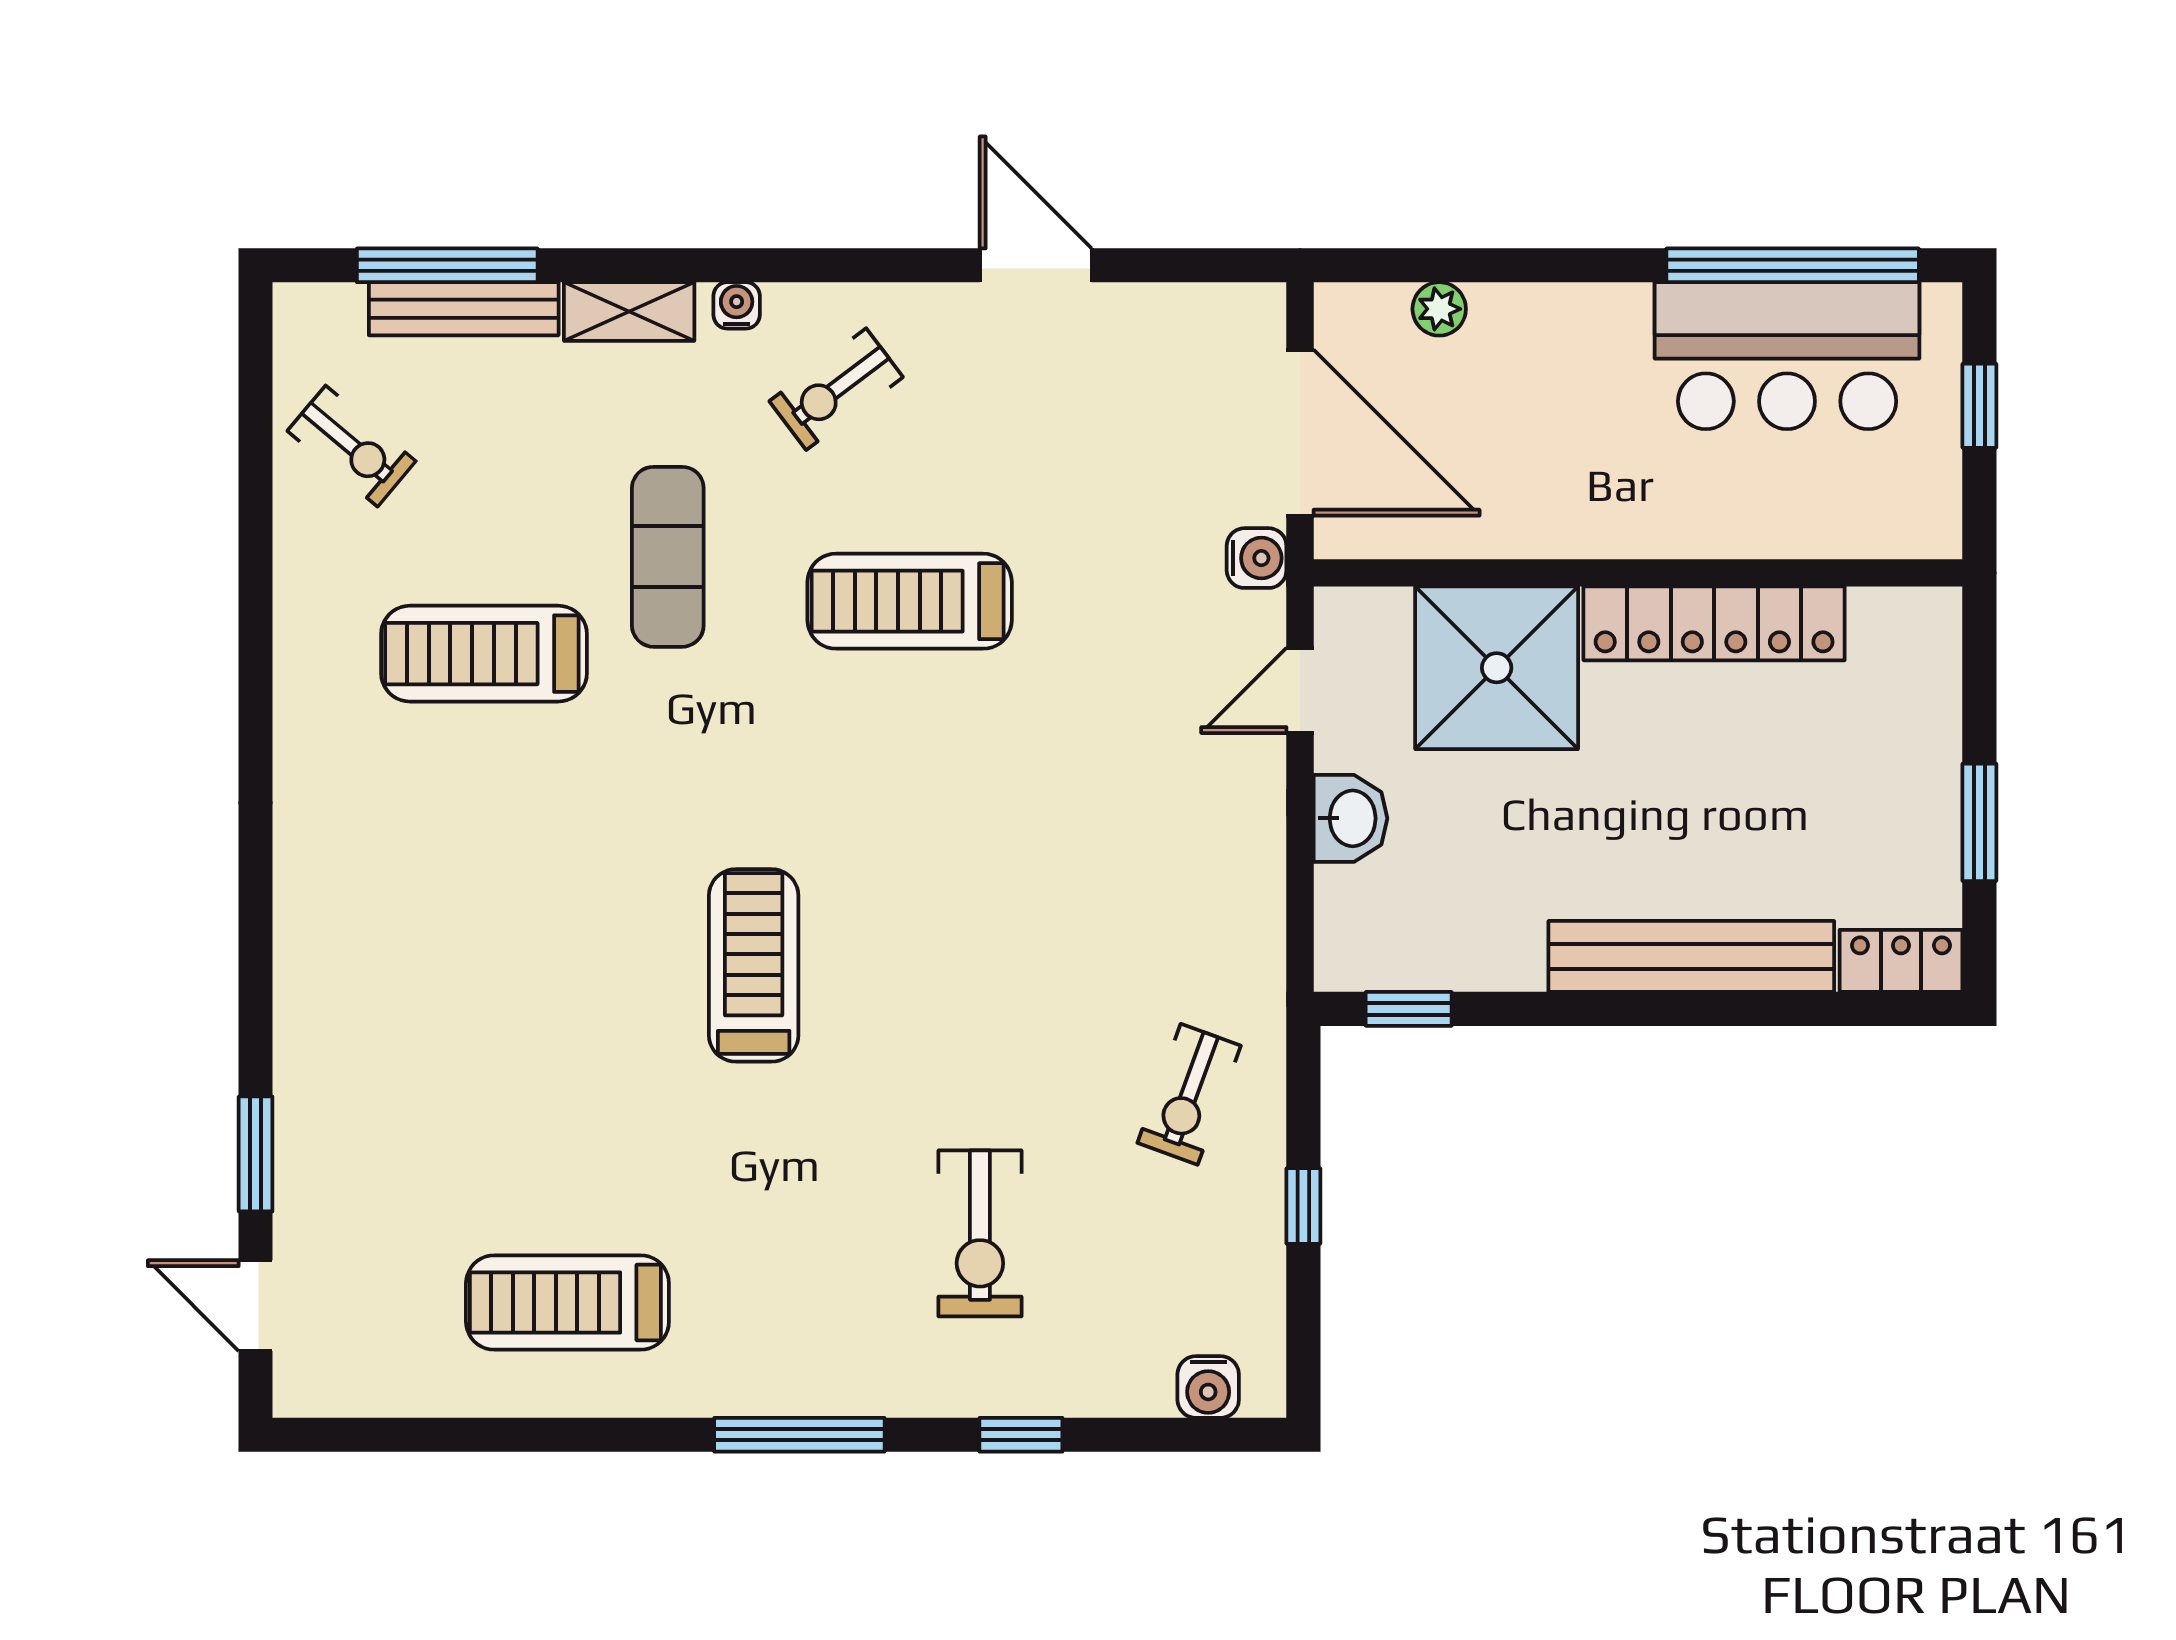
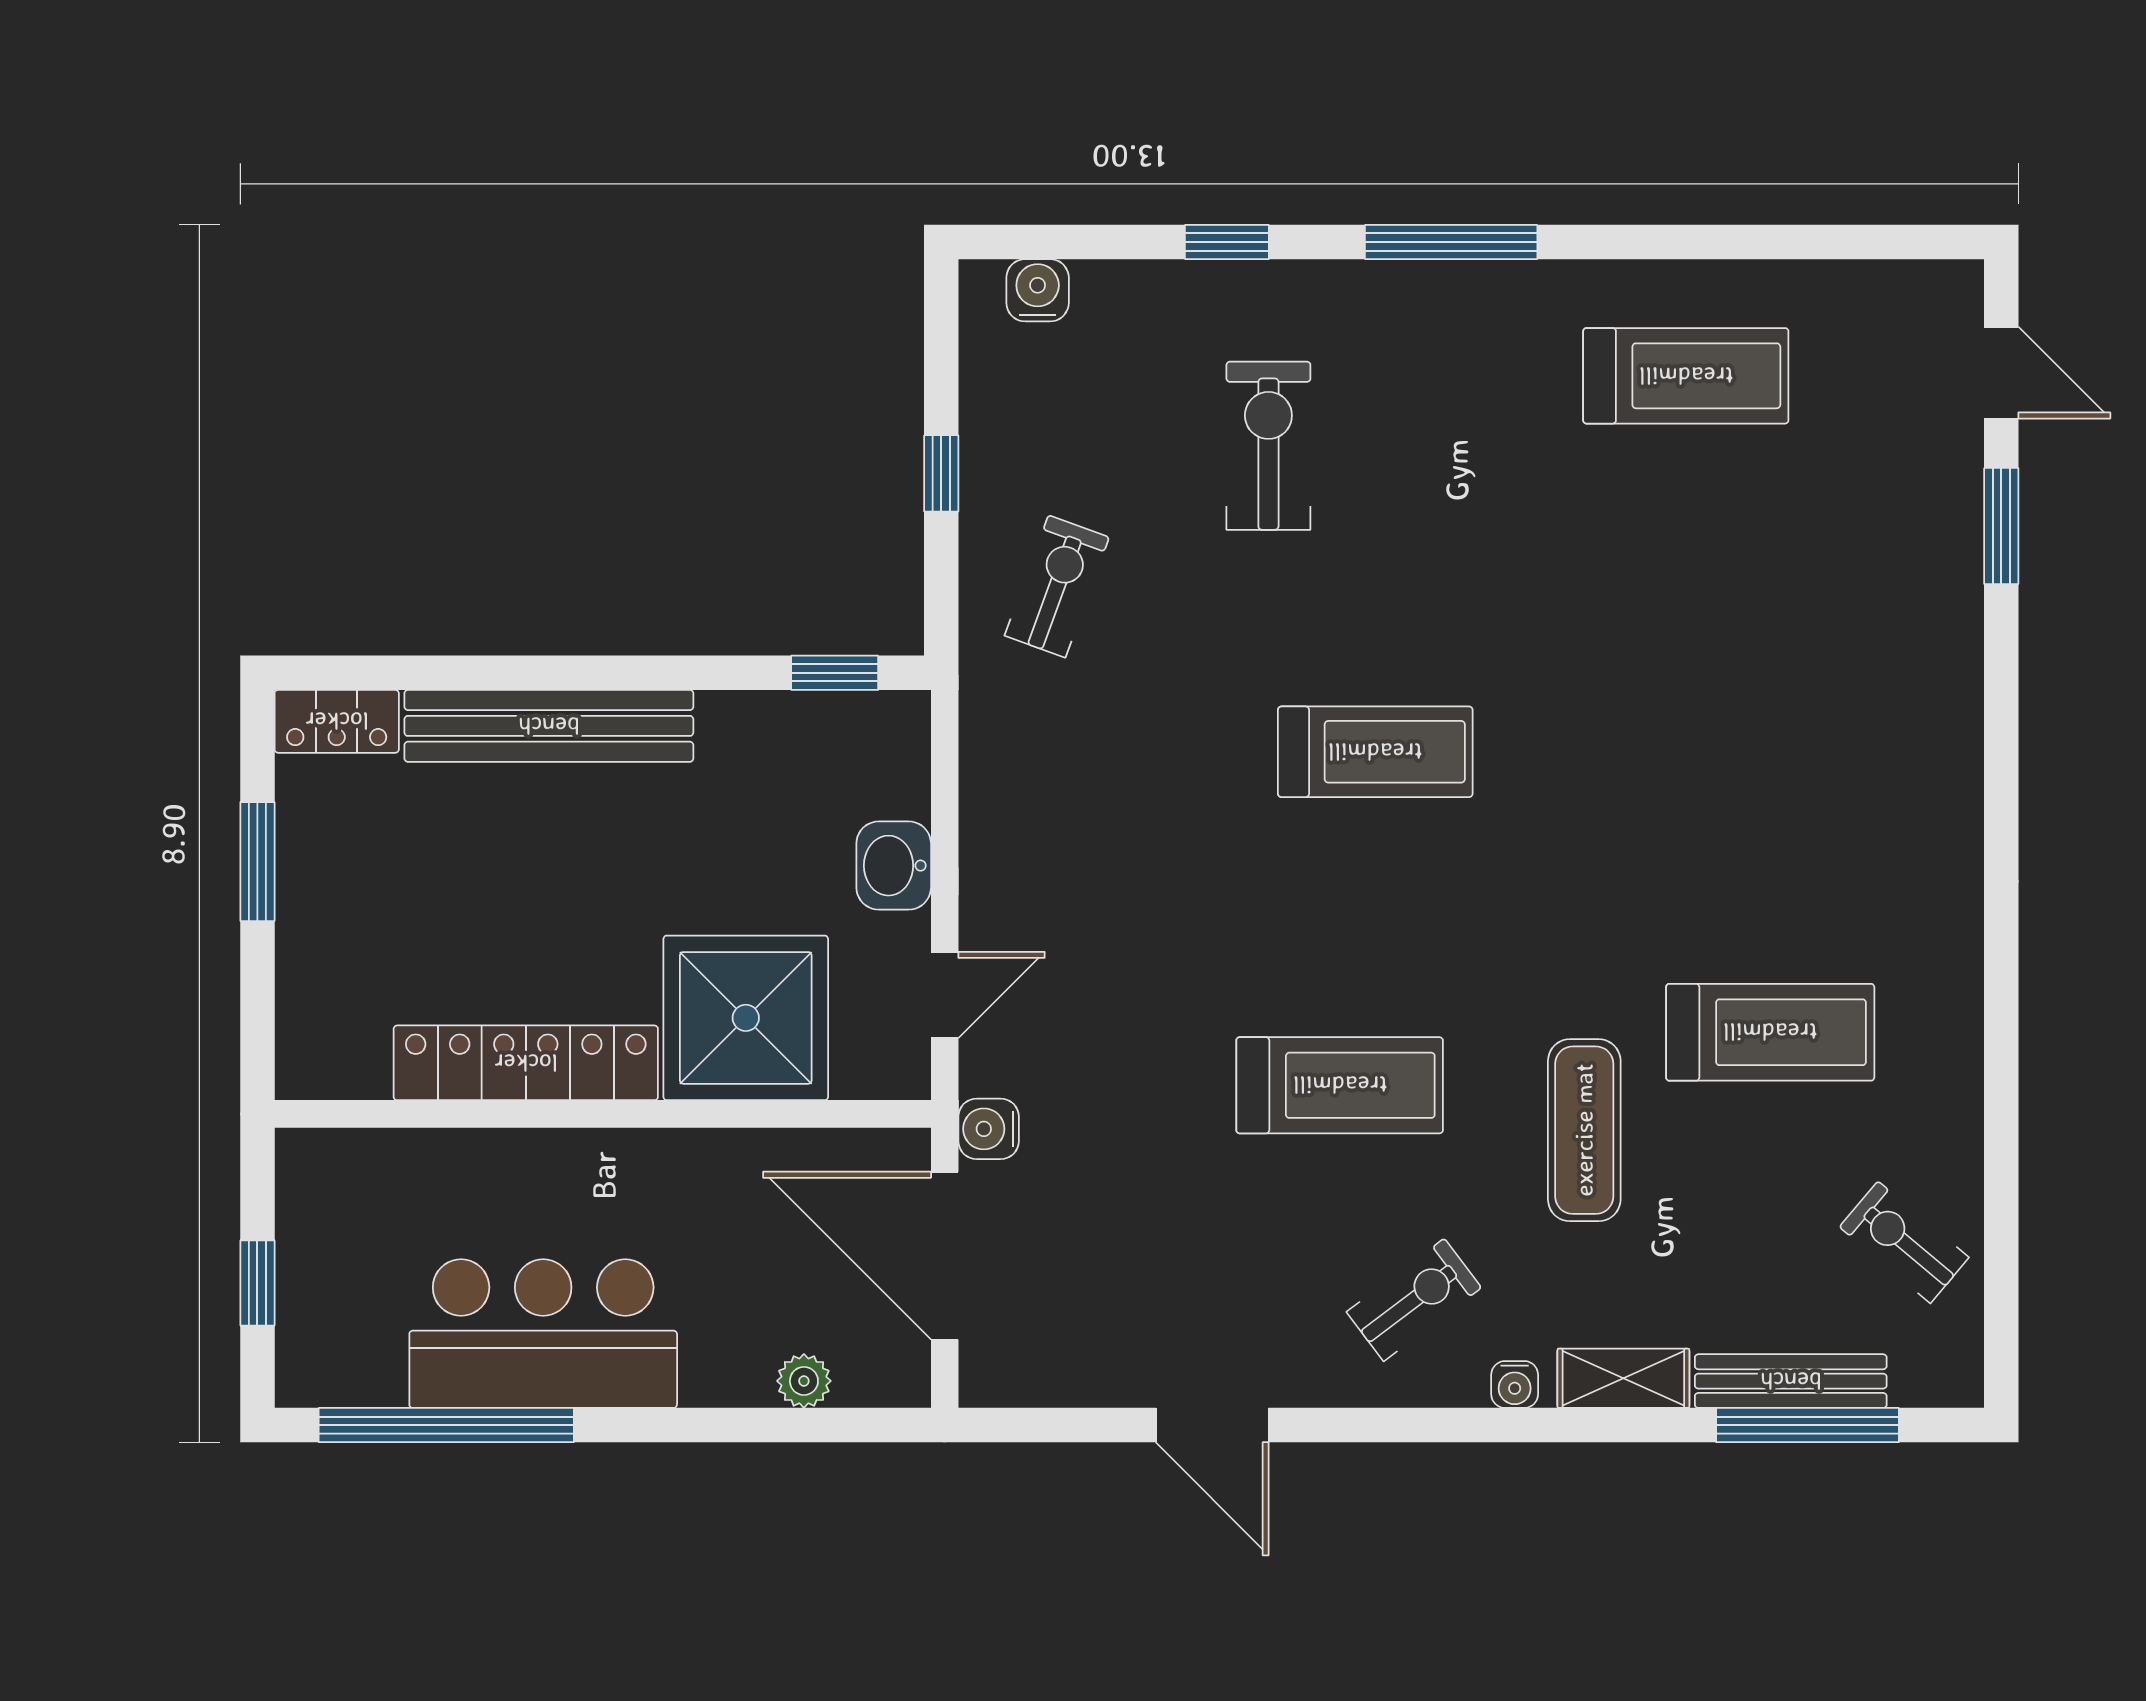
bar counter: (1787, 356) -> (543, 1334), moved
treadmill: (754, 965) -> (1375, 752), moved, turned -90

